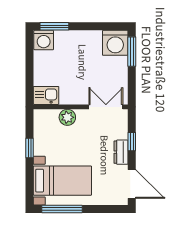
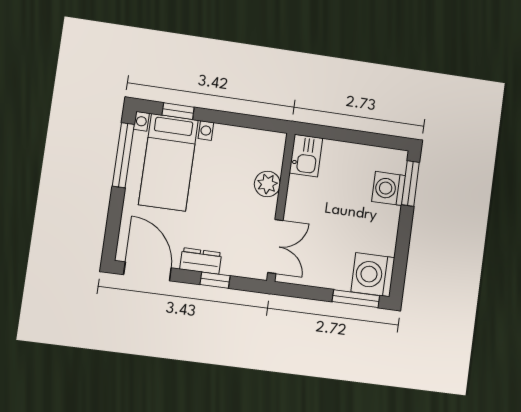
washing machine: (44, 40) -> (389, 189), moved
window: (30, 148) -> (178, 111), moved
door: (132, 184) -> (147, 271), swing flipped

